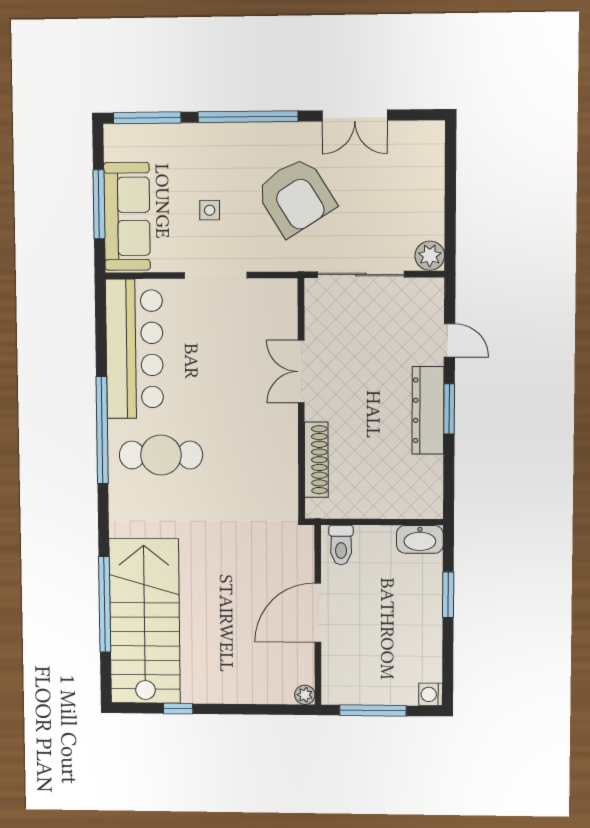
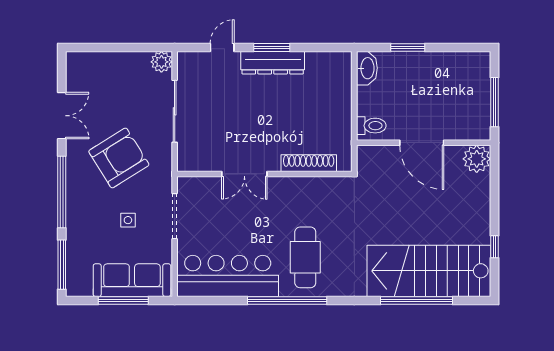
double door: (301, 372) -> (244, 174), moved
wall: (301, 399) -> (264, 174), moved
shoe rack: (316, 460) -> (309, 163), moved
washing machine: (431, 694) -> (482, 60), removed
plant: (305, 695) -> (477, 159), width x1.87, depth x1.87

